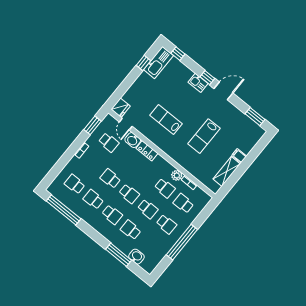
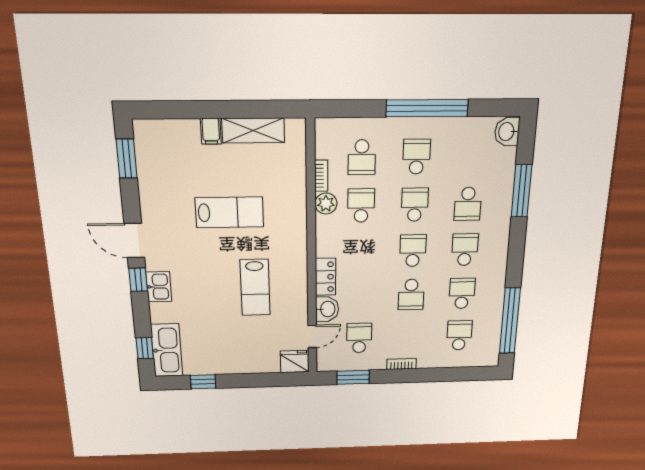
kitchen sink: (158, 62) -> (167, 350), moved, turned 90
school desk: (75, 184) -> (459, 335), turned 180
school desk: (93, 199) -> (462, 293), turned 180
washbasin: (136, 257) -> (507, 132), moved

